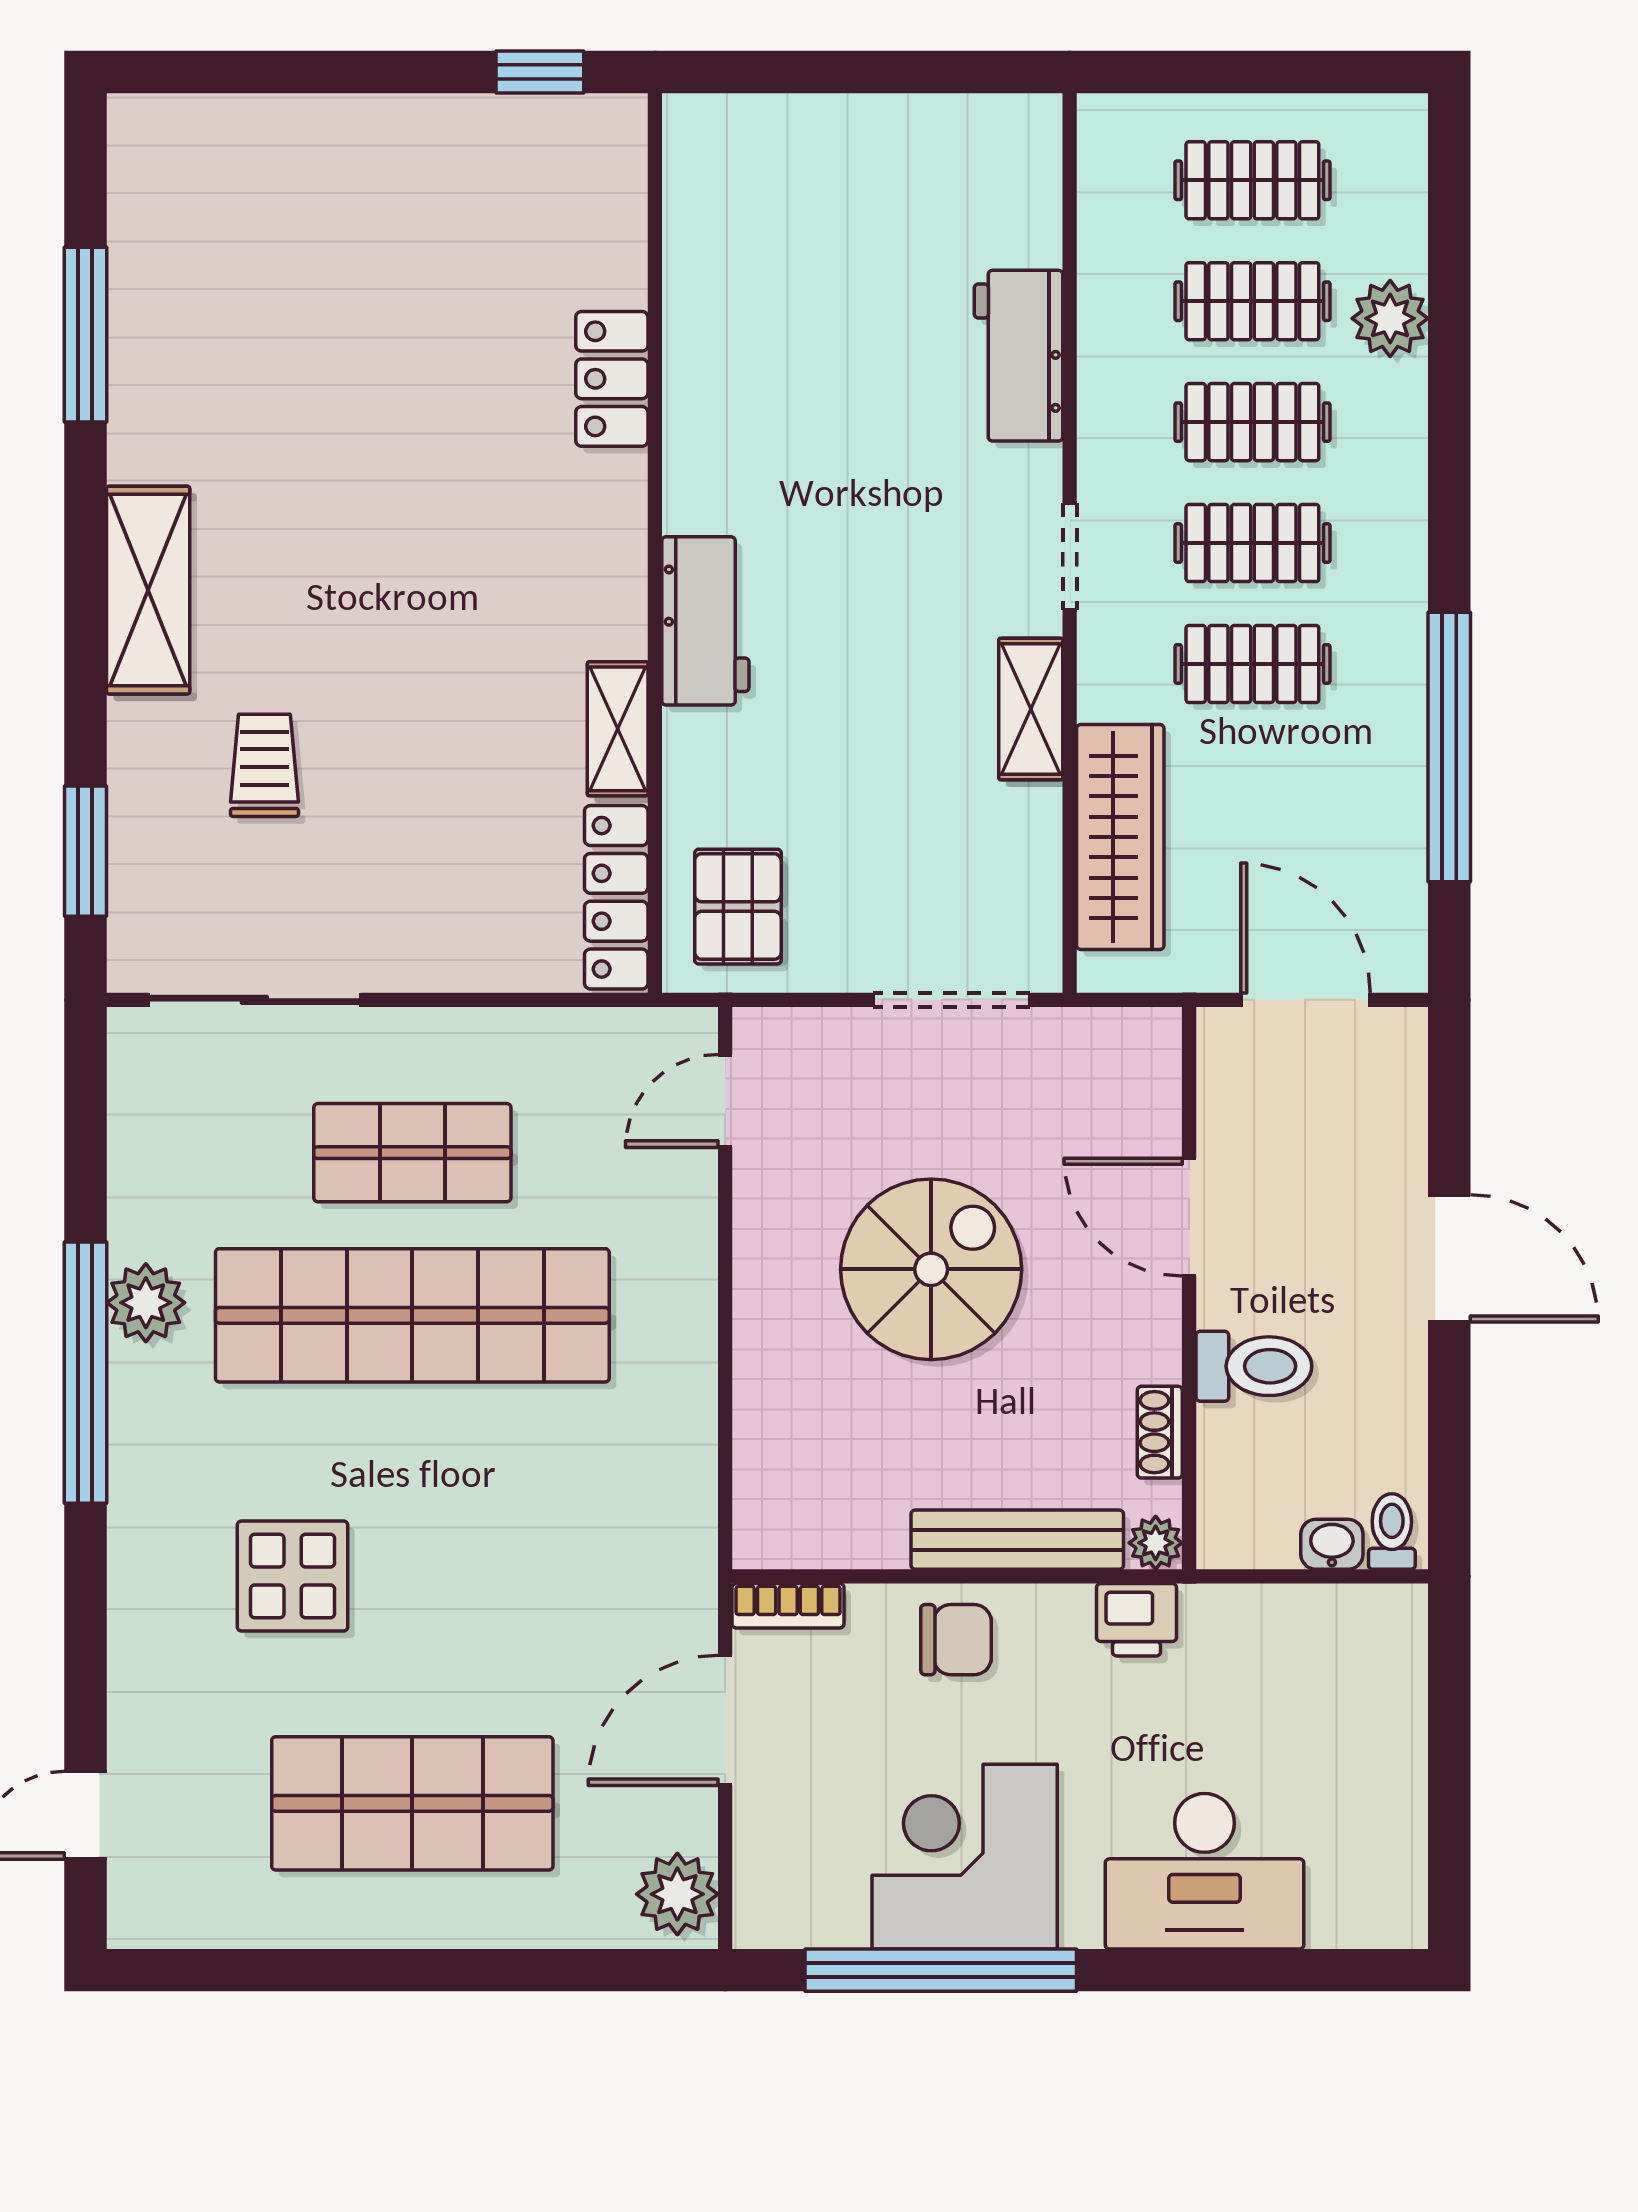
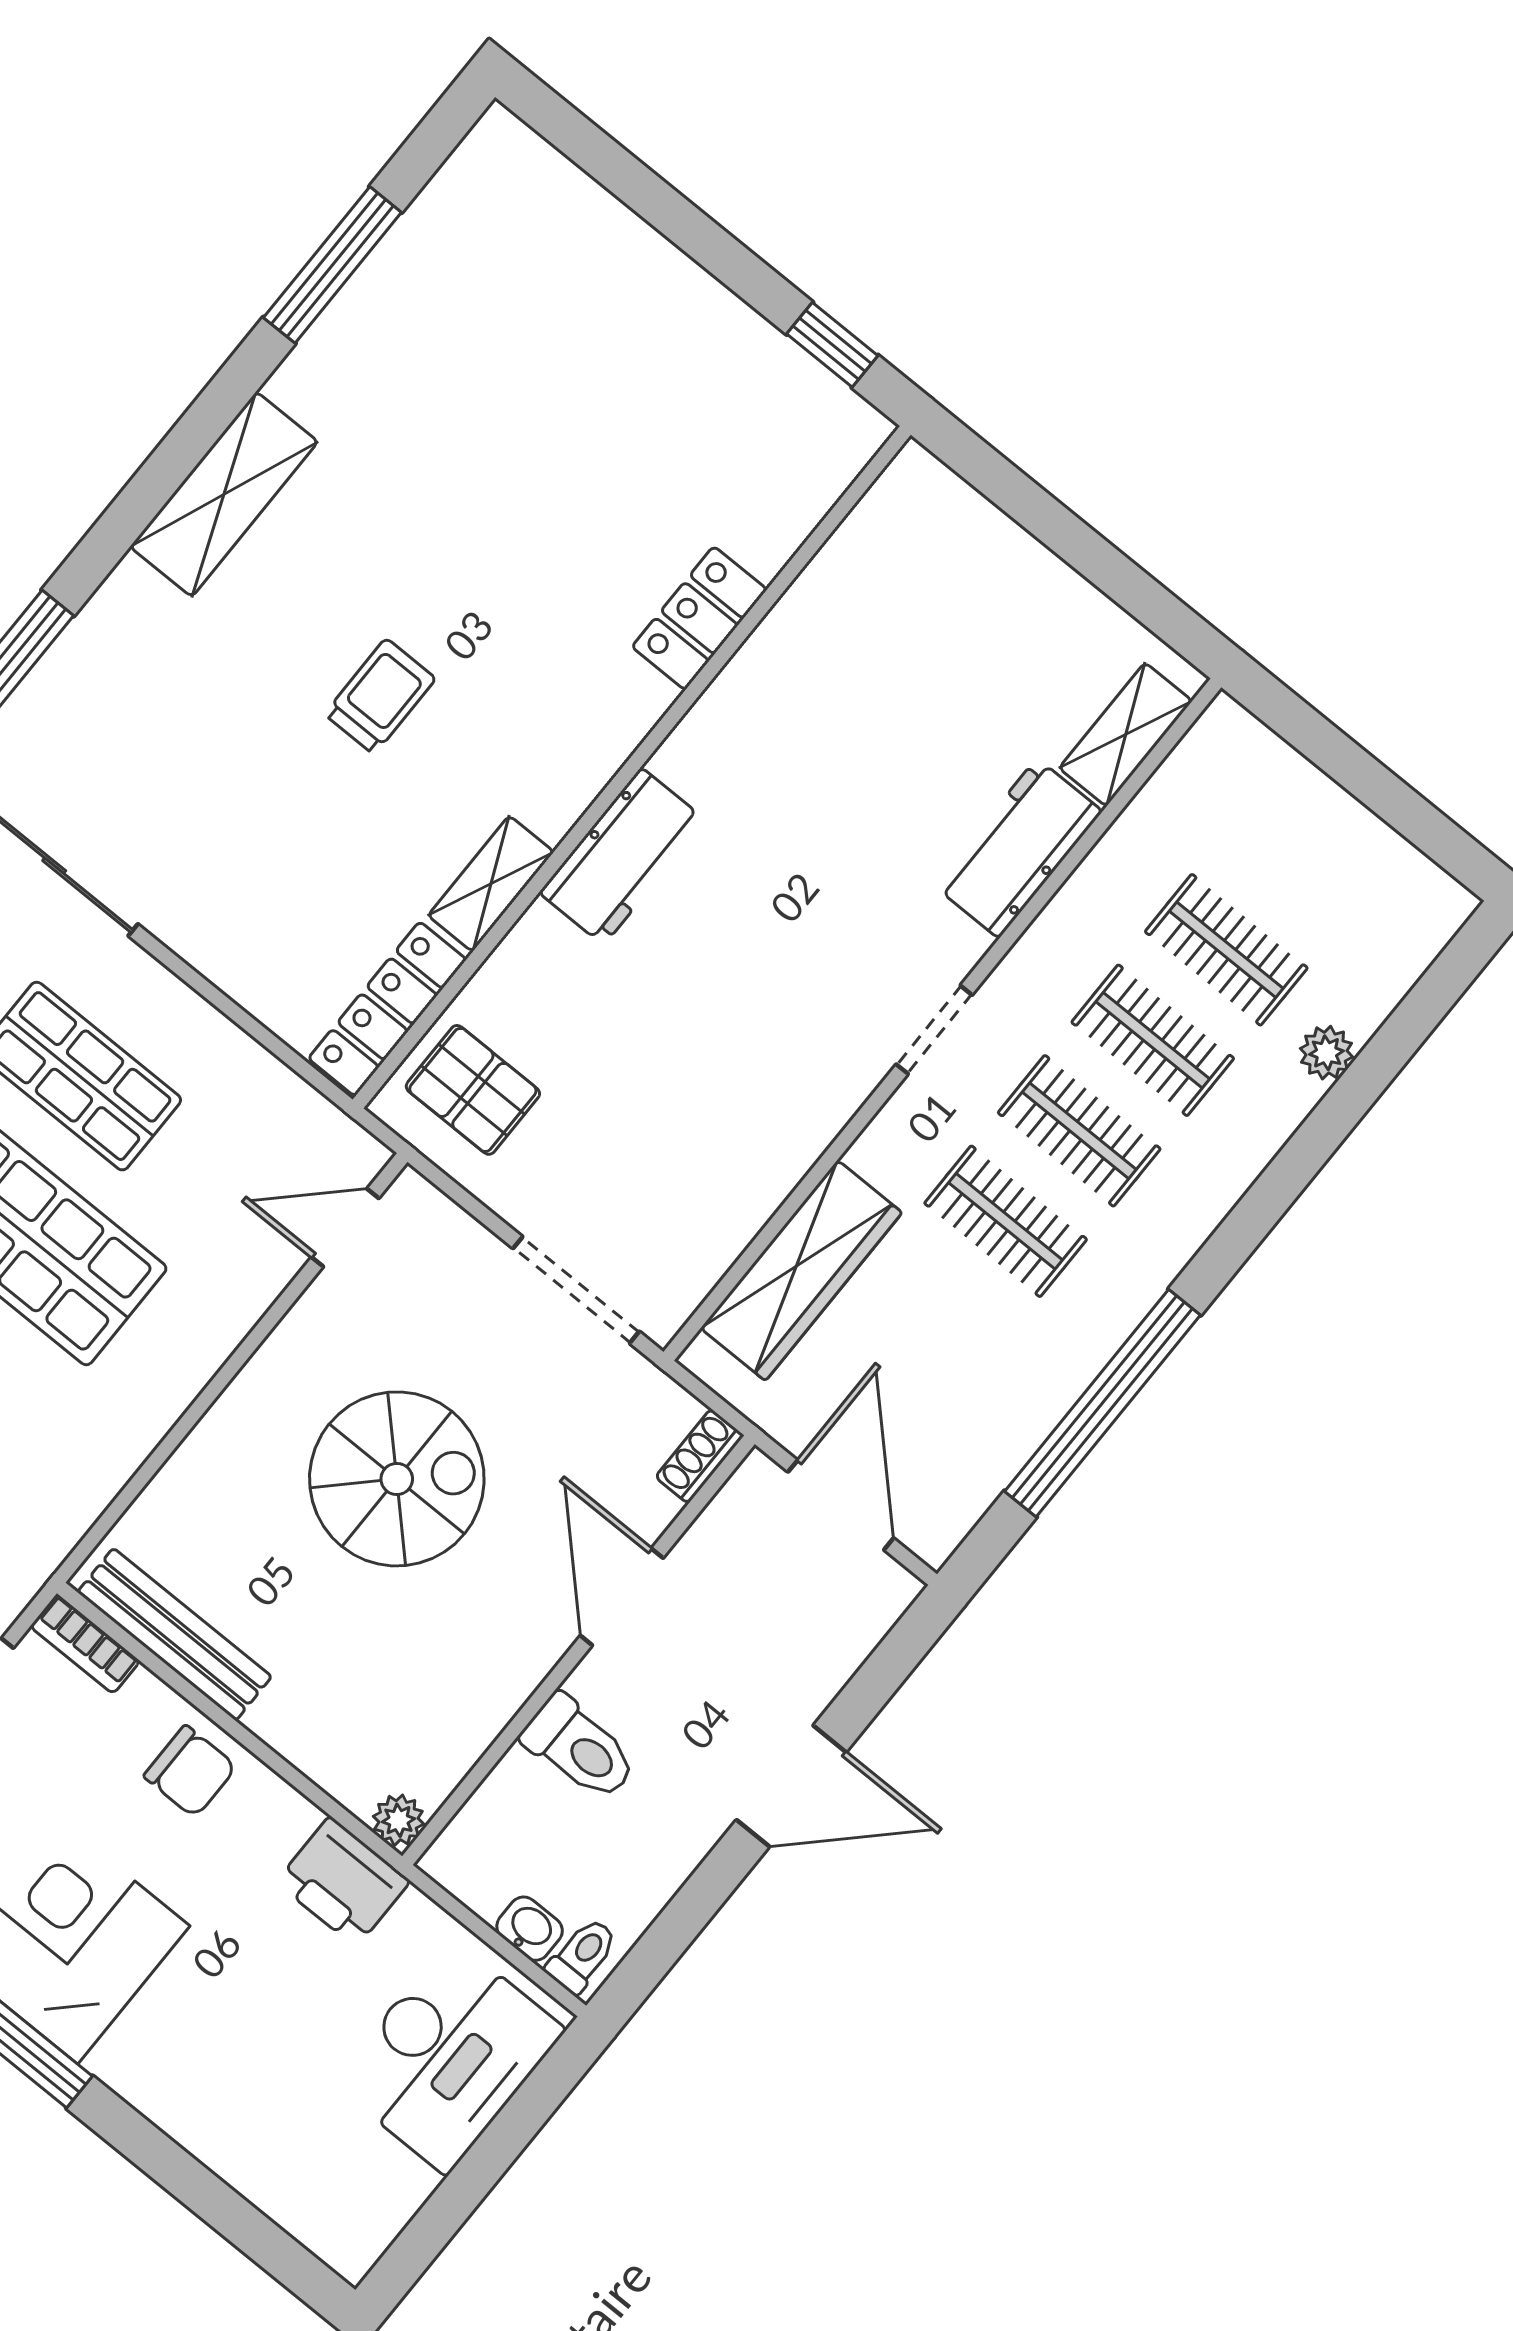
clothes rail: (1252, 180) -> (1300, 859), removed
plant: (1390, 318) -> (1326, 1053), width x0.73, depth x0.73
shelving: (1031, 709) -> (1126, 735), moved
trolley: (264, 765) -> (380, 696), moved
pallet: (738, 907) -> (473, 1090), turned 90
door: (1449, 1258) -> (791, 1786), hinge flipped
shoe rack: (1160, 1432) -> (700, 1456), moved
bench: (1017, 1540) -> (175, 1634), moved
printer: (1137, 1620) -> (343, 1882), width x1.36, depth x1.24
desk: (1204, 1871) -> (449, 2056), moved, turned -90

